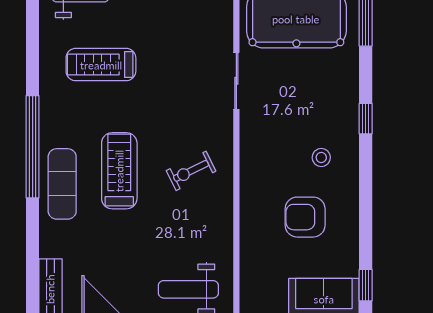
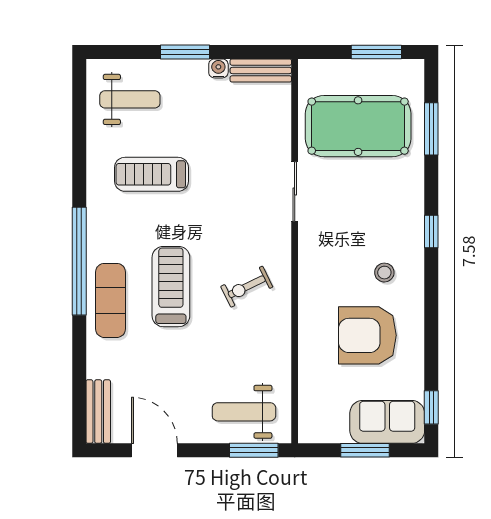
armchair: (305, 217) -> (367, 335), width x1.36, depth x1.36

